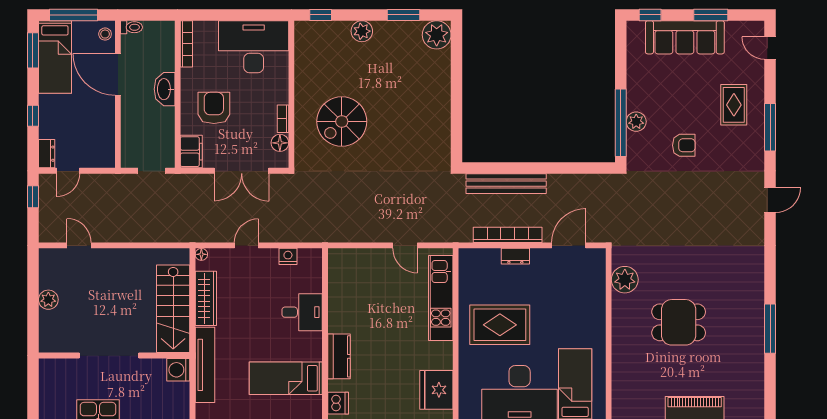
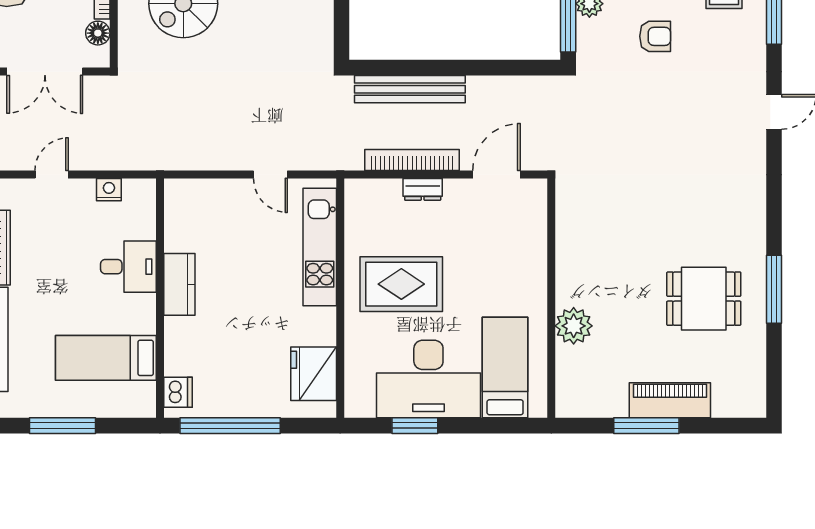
plant: (625, 280) -> (574, 326), moved
dining table: (679, 322) -> (704, 299), moved
kitchen counter: (339, 356) -> (179, 284), moved

